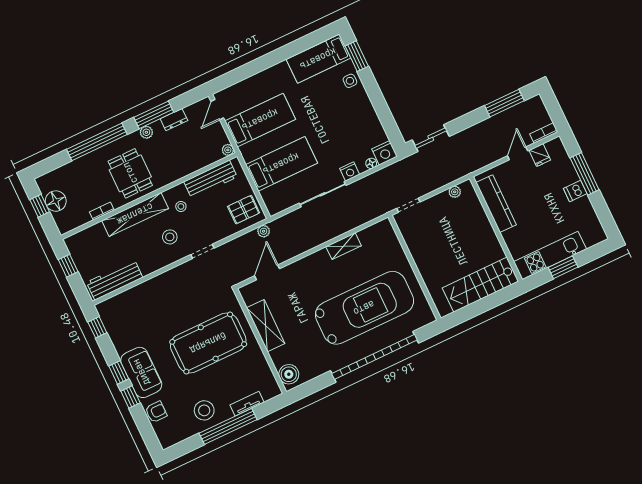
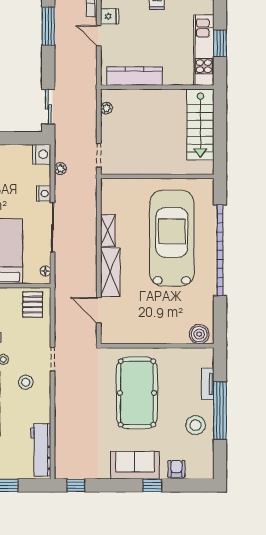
floor lamp: (371, 163) -> (45, 271), moved
plant: (264, 231) -> (60, 169), moved
shelving: (266, 326) -> (110, 272), moved, turned 90
window: (119, 372) -> (125, 485), removed

